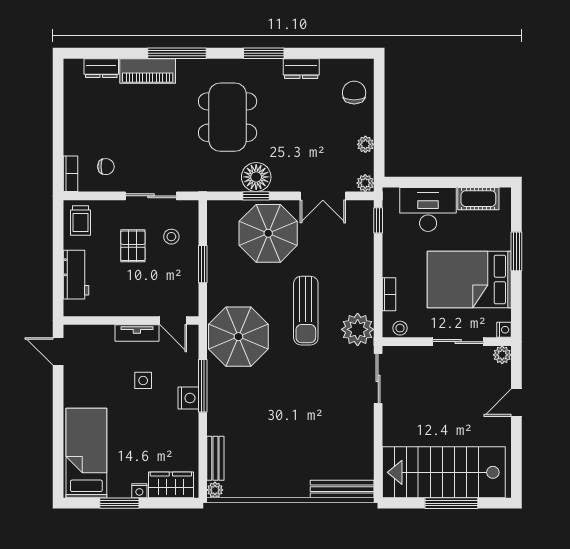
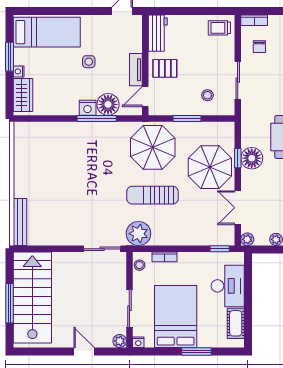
pallet: (133, 246) -> (165, 68), moved
workbench: (76, 275) -> (158, 33), moved, turned -90
parasol: (238, 337) -> (153, 147), moved
floor lamp: (184, 370) -> (108, 104), added
side table: (143, 380) -> (89, 62), moved
bench: (215, 458) -> (43, 128), removed
plant: (215, 490) -> (19, 128), removed

